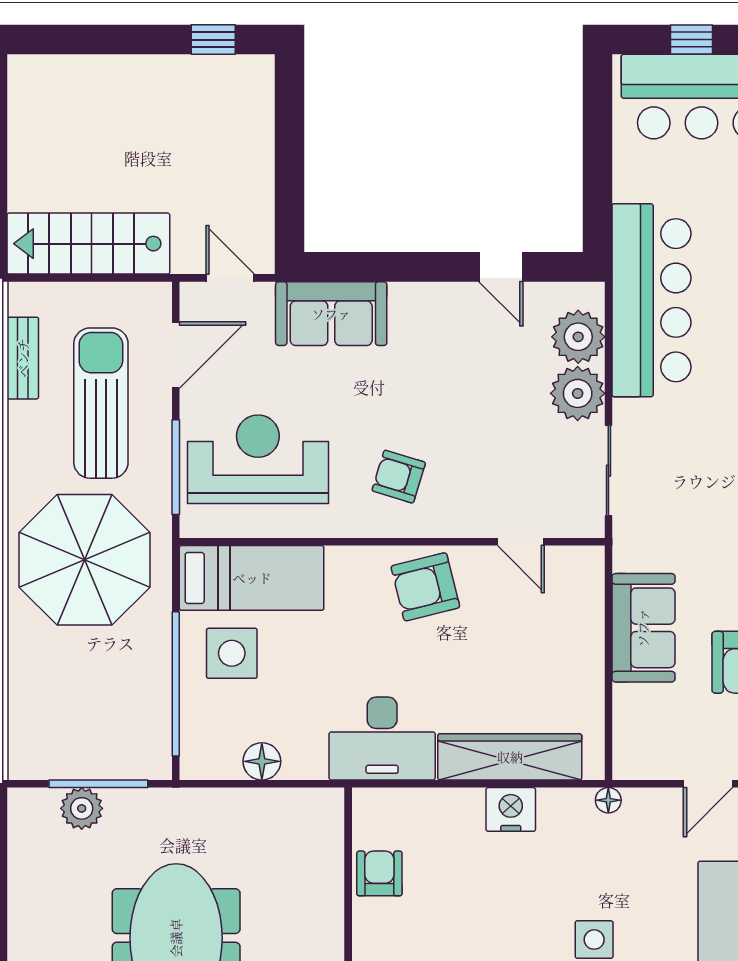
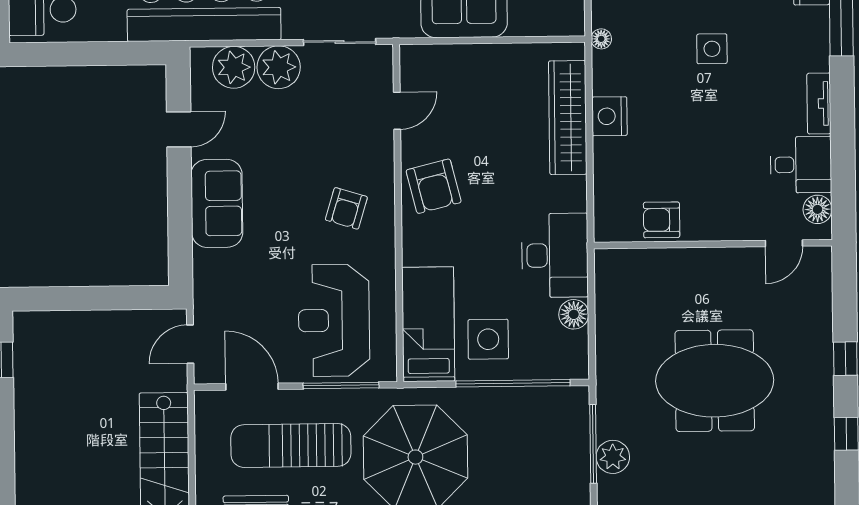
sofa: (331, 314) -> (217, 203), moved
desk: (382, 739) -> (555, 255), moved

